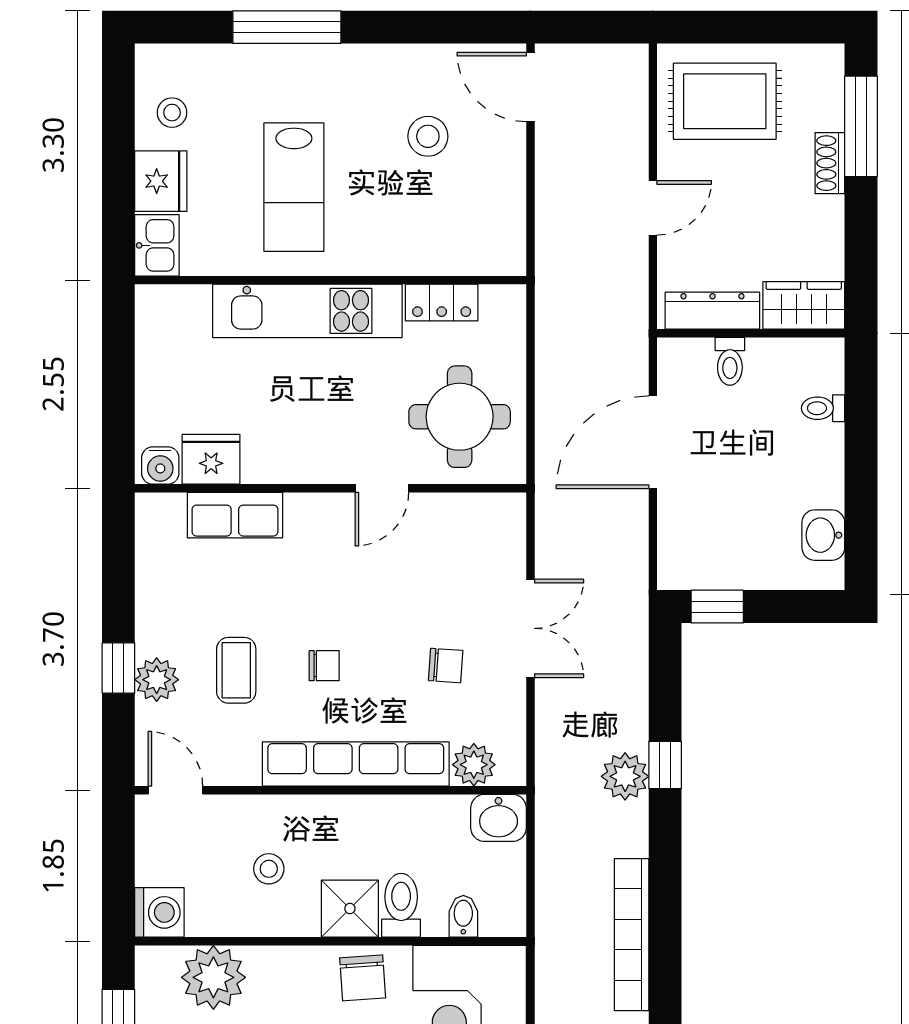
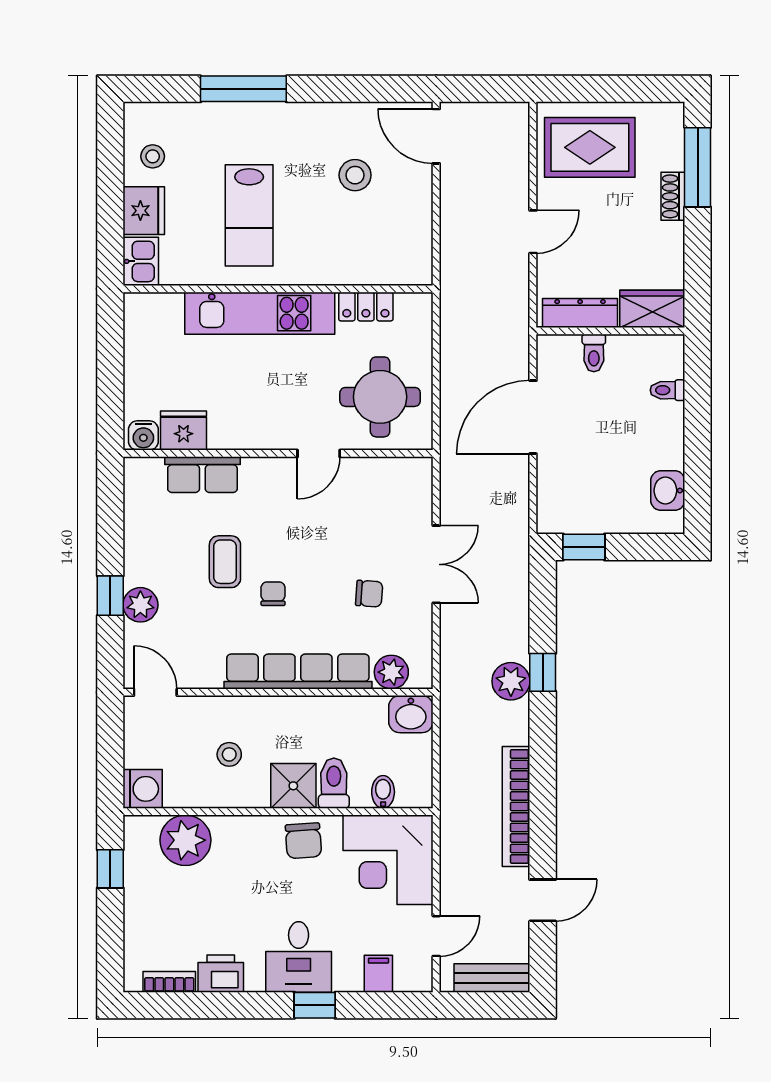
chair: (324, 666) -> (273, 594), turned -90
coffee table: (236, 670) -> (225, 562), moved

